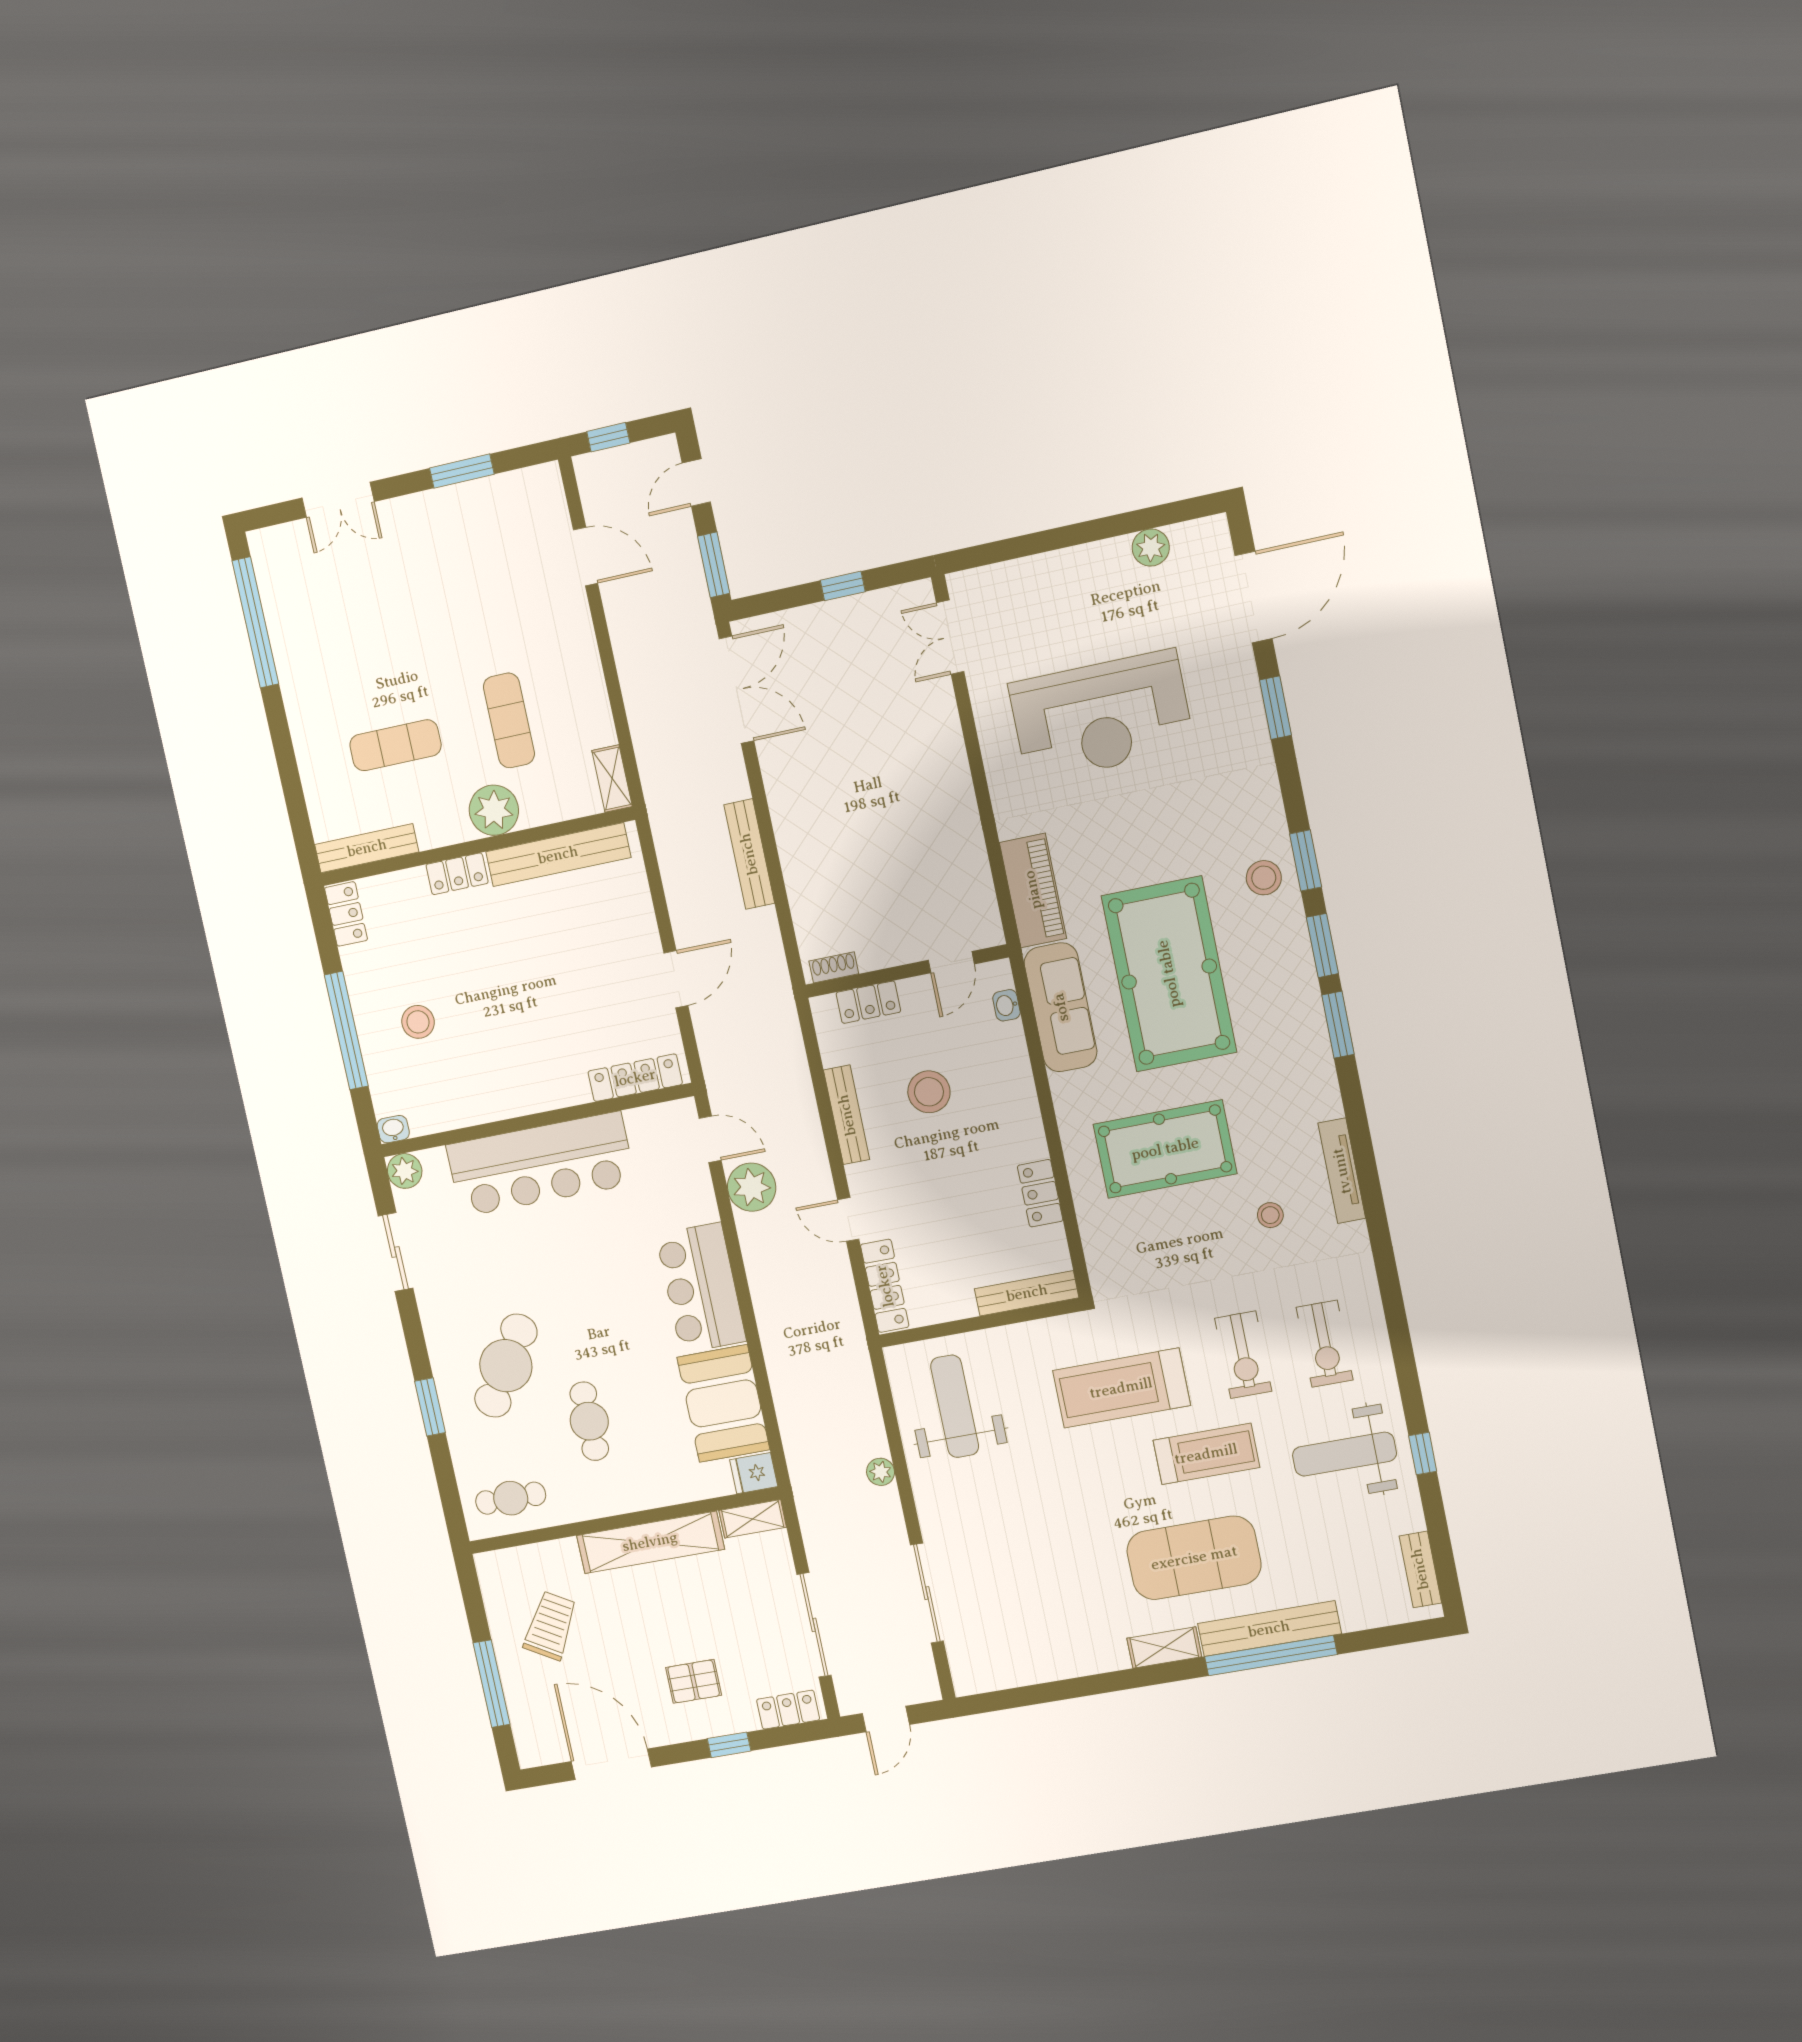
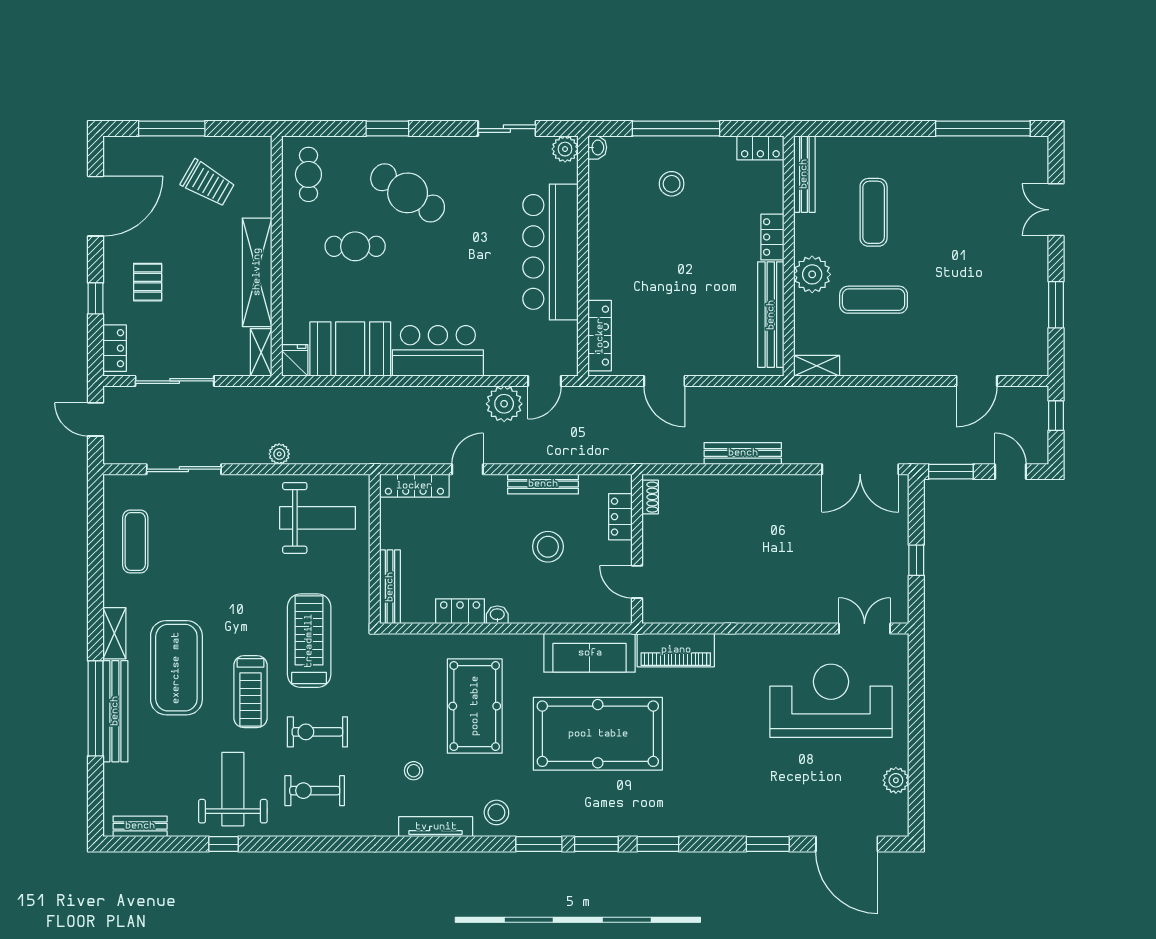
reception desk: (1101, 716) -> (831, 701), moved, turned 90
stool: (1264, 878) -> (496, 812), moved
washbasin: (1006, 1005) -> (497, 615), moved
exercise mat: (1036, 1641) -> (135, 541), added

